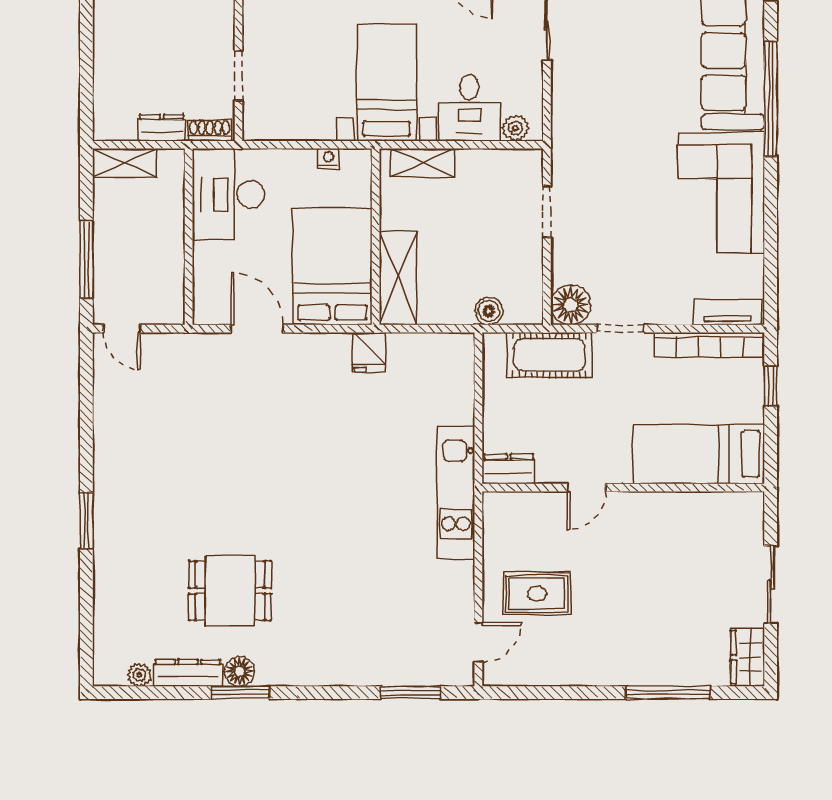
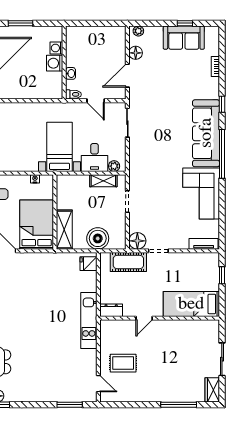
shelving: (422, 163) -> (103, 181), moved
boiler: (489, 311) -> (98, 238), width x1.86, depth x1.86
bookcase: (709, 345) -> (196, 258), removed
fridge: (369, 352) -> (88, 264), moved, turned 90
door: (478, 642) -> (98, 384), hinge flipped

